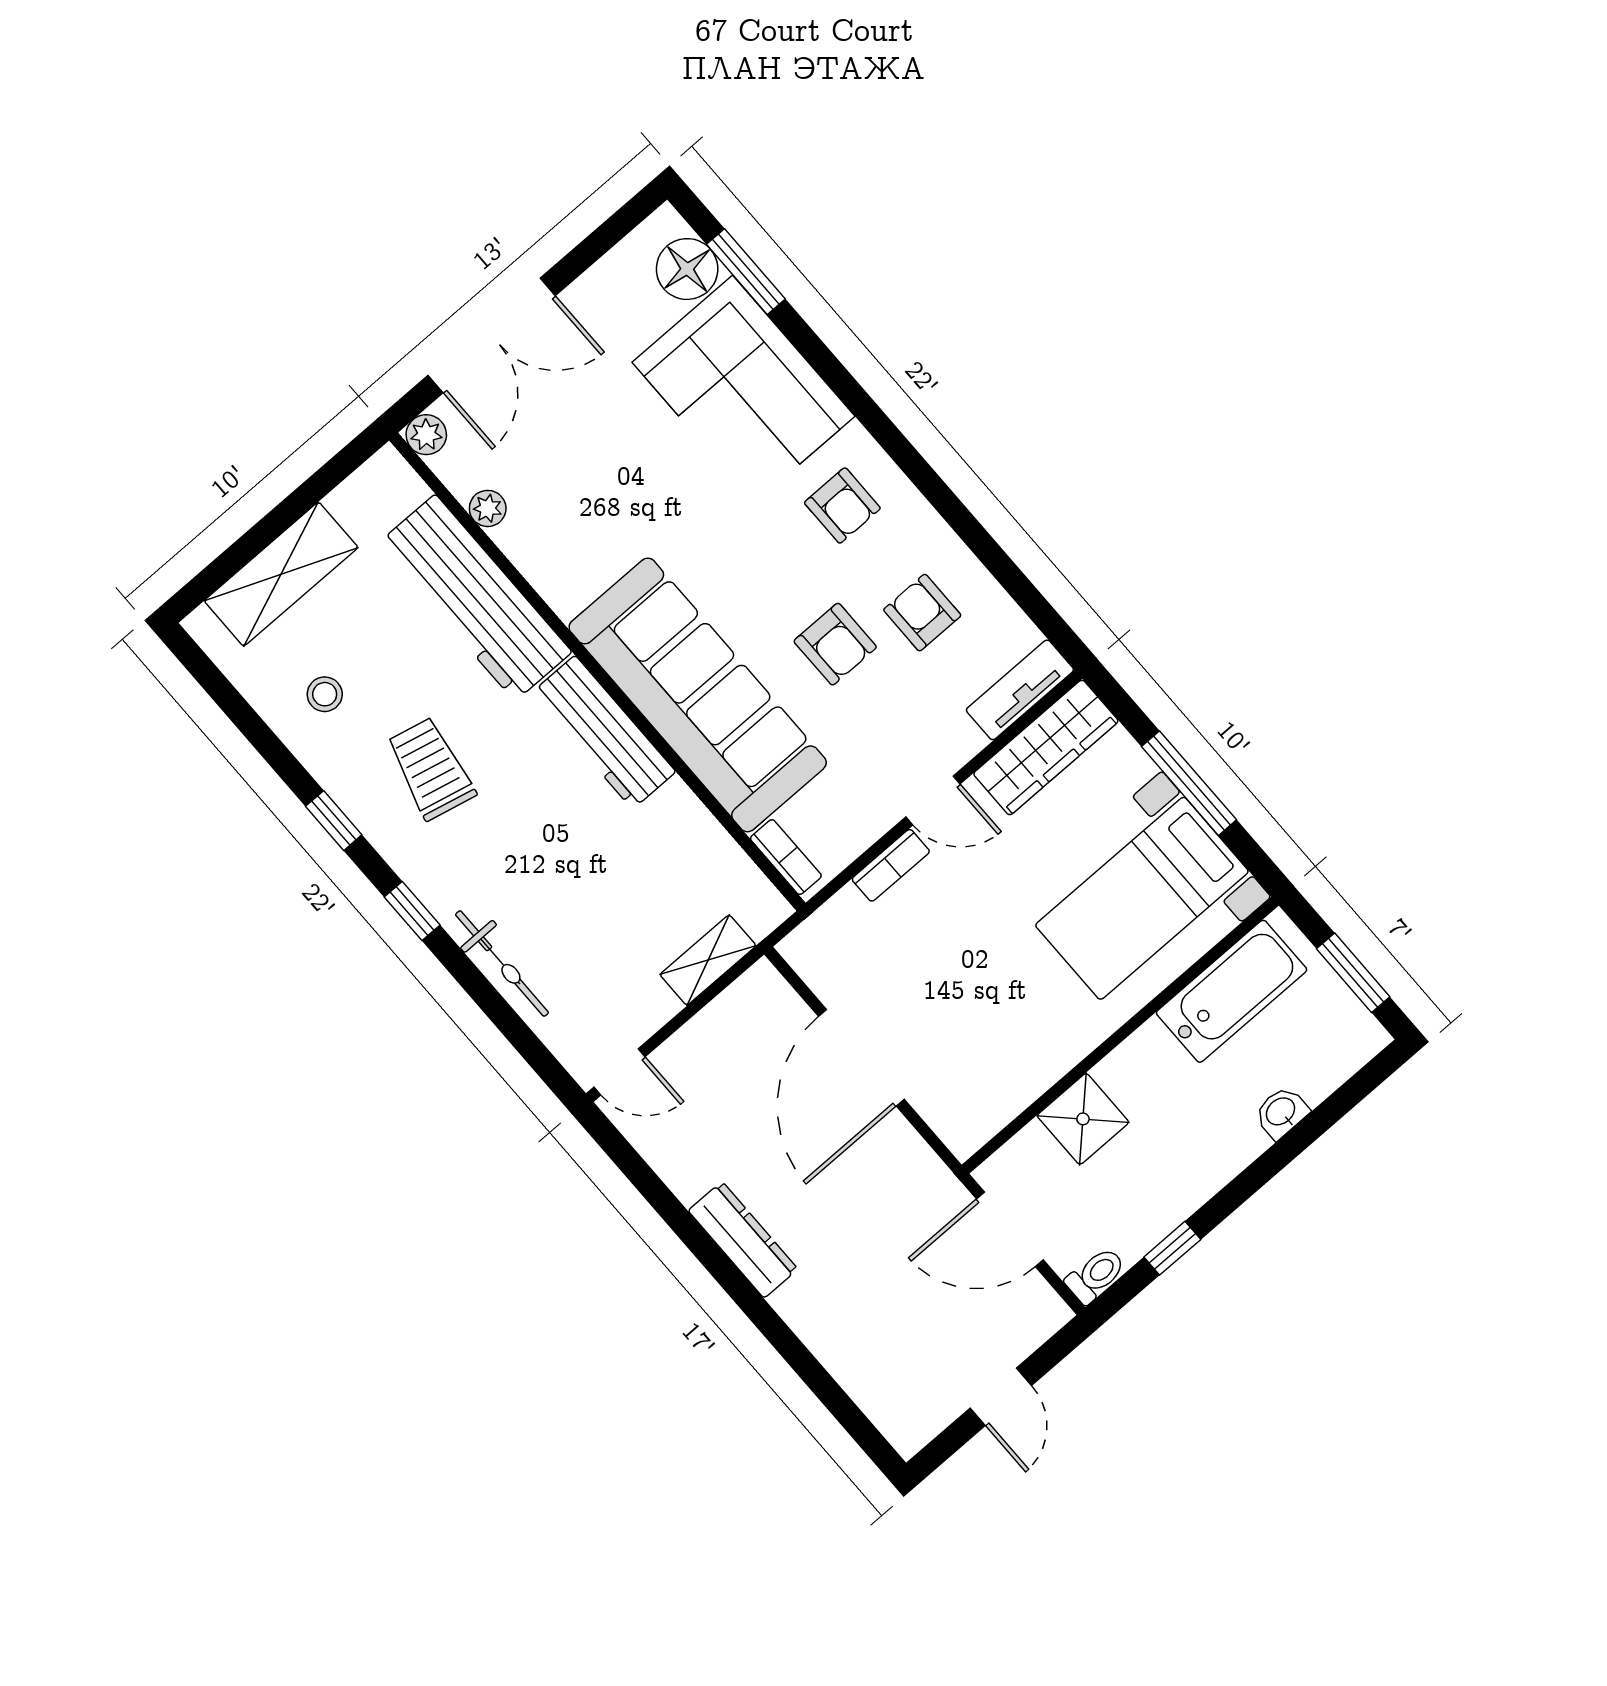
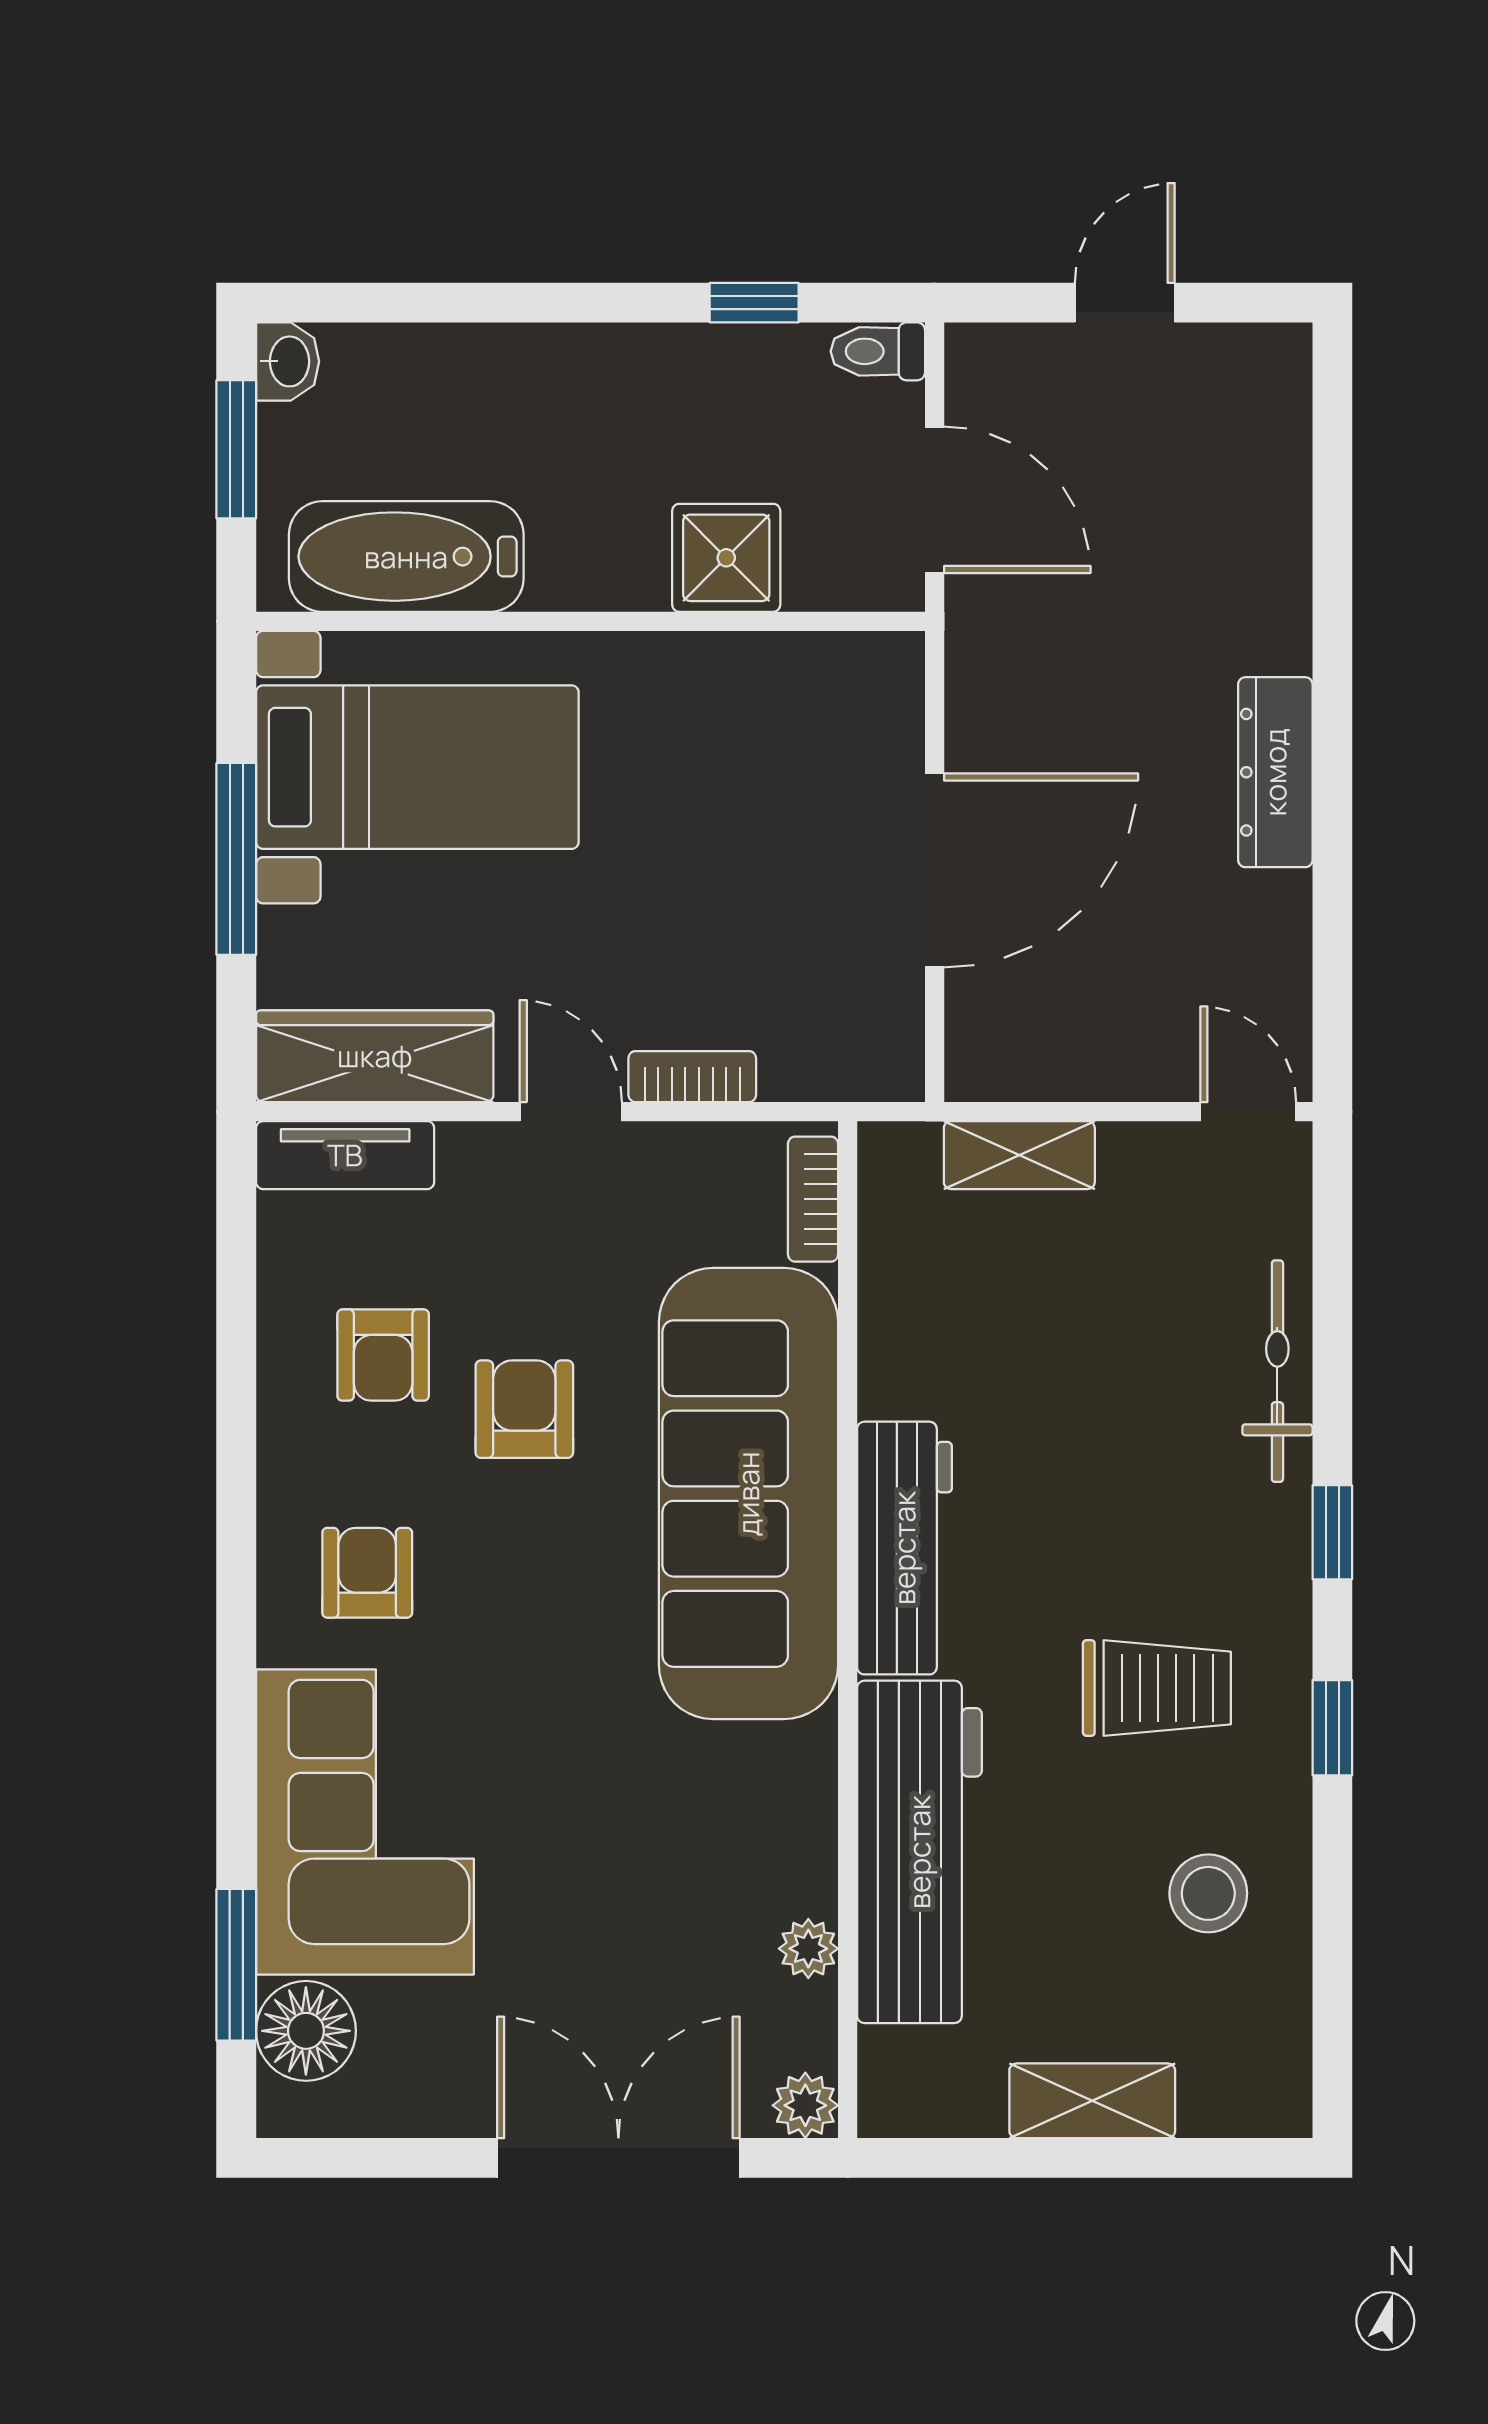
shelving: (281, 574) -> (1092, 2101), width x0.67, depth x0.75
stool: (325, 694) -> (1208, 1893), width x1.37, depth x1.37
trolley: (431, 769) -> (1157, 1688), turned -103
washbasin: (1281, 1112) -> (288, 361), moved, turned -90

